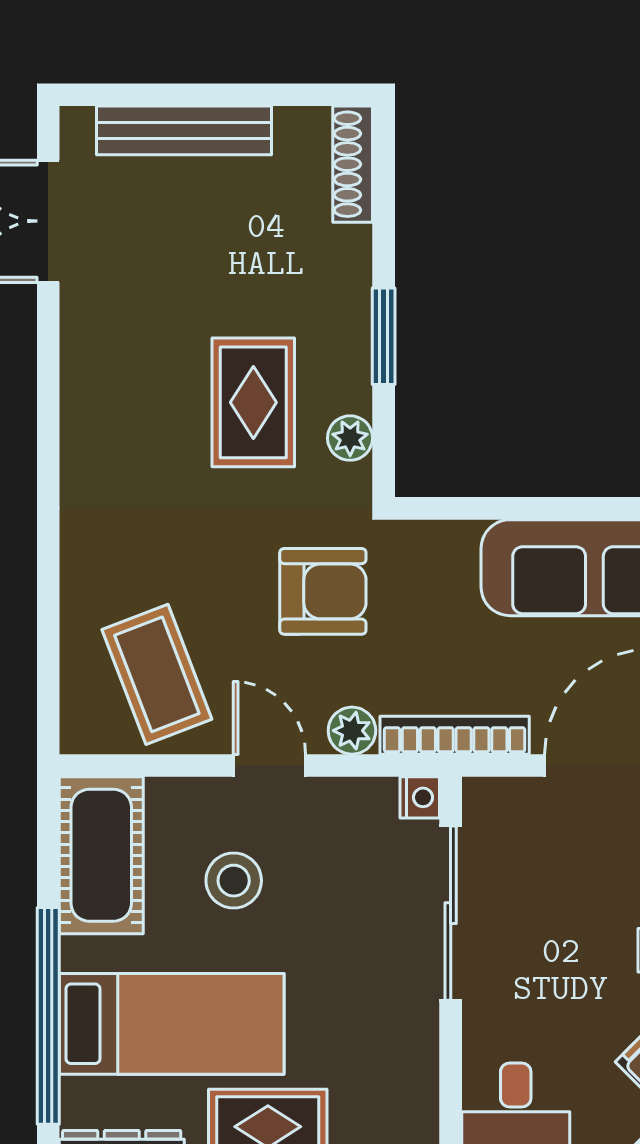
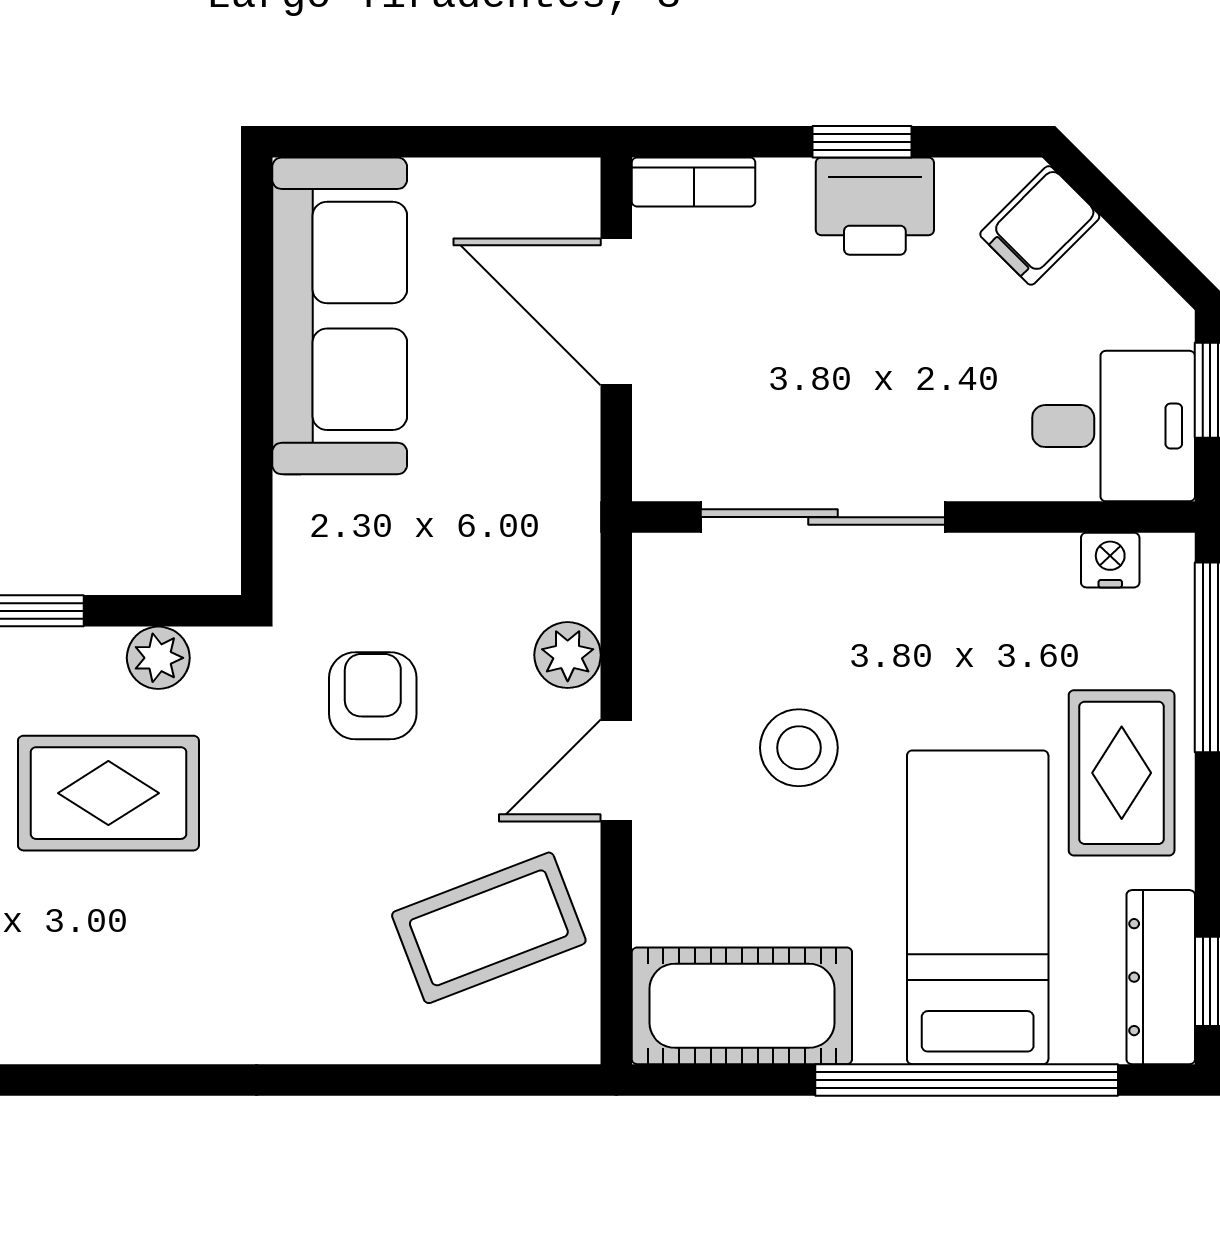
armchair: (323, 591) -> (373, 696), width x0.72, depth x0.72
bookcase: (455, 735) -> (574, 511), removed
nightstand: (420, 797) -> (1110, 560), moved
stool: (234, 881) -> (799, 748), moved

